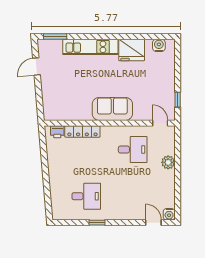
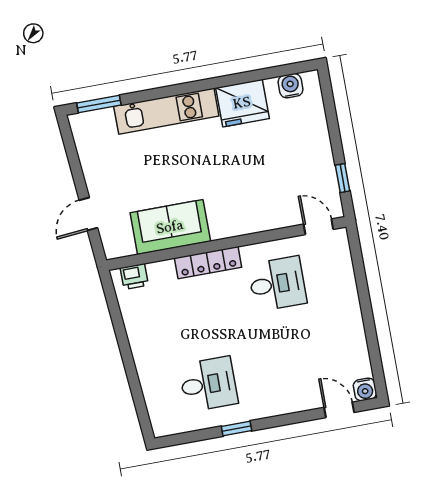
door: (36, 67) -> (88, 214), moved
sofa: (112, 109) -> (170, 227), moved
locker: (82, 131) -> (208, 263), moved
plant: (168, 162) -> (346, 295), removed

